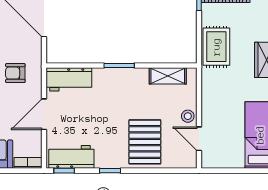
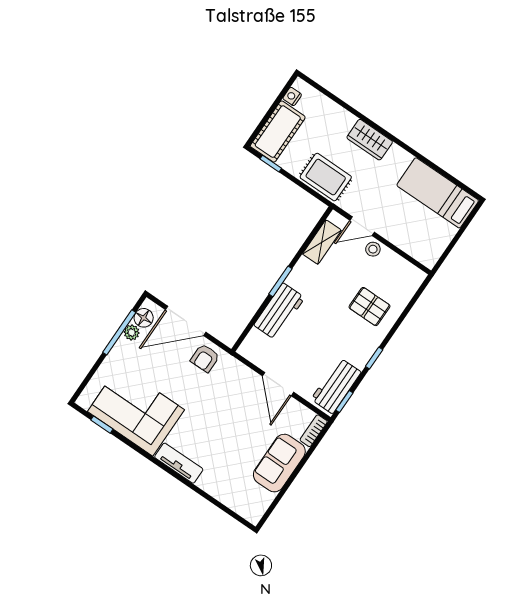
armchair: (15, 73) -> (205, 358), moved
workbench: (69, 79) -> (279, 311), moved
door: (199, 139) -> (362, 226), moved
pallet: (145, 142) -> (370, 307), width x0.67, depth x0.71

